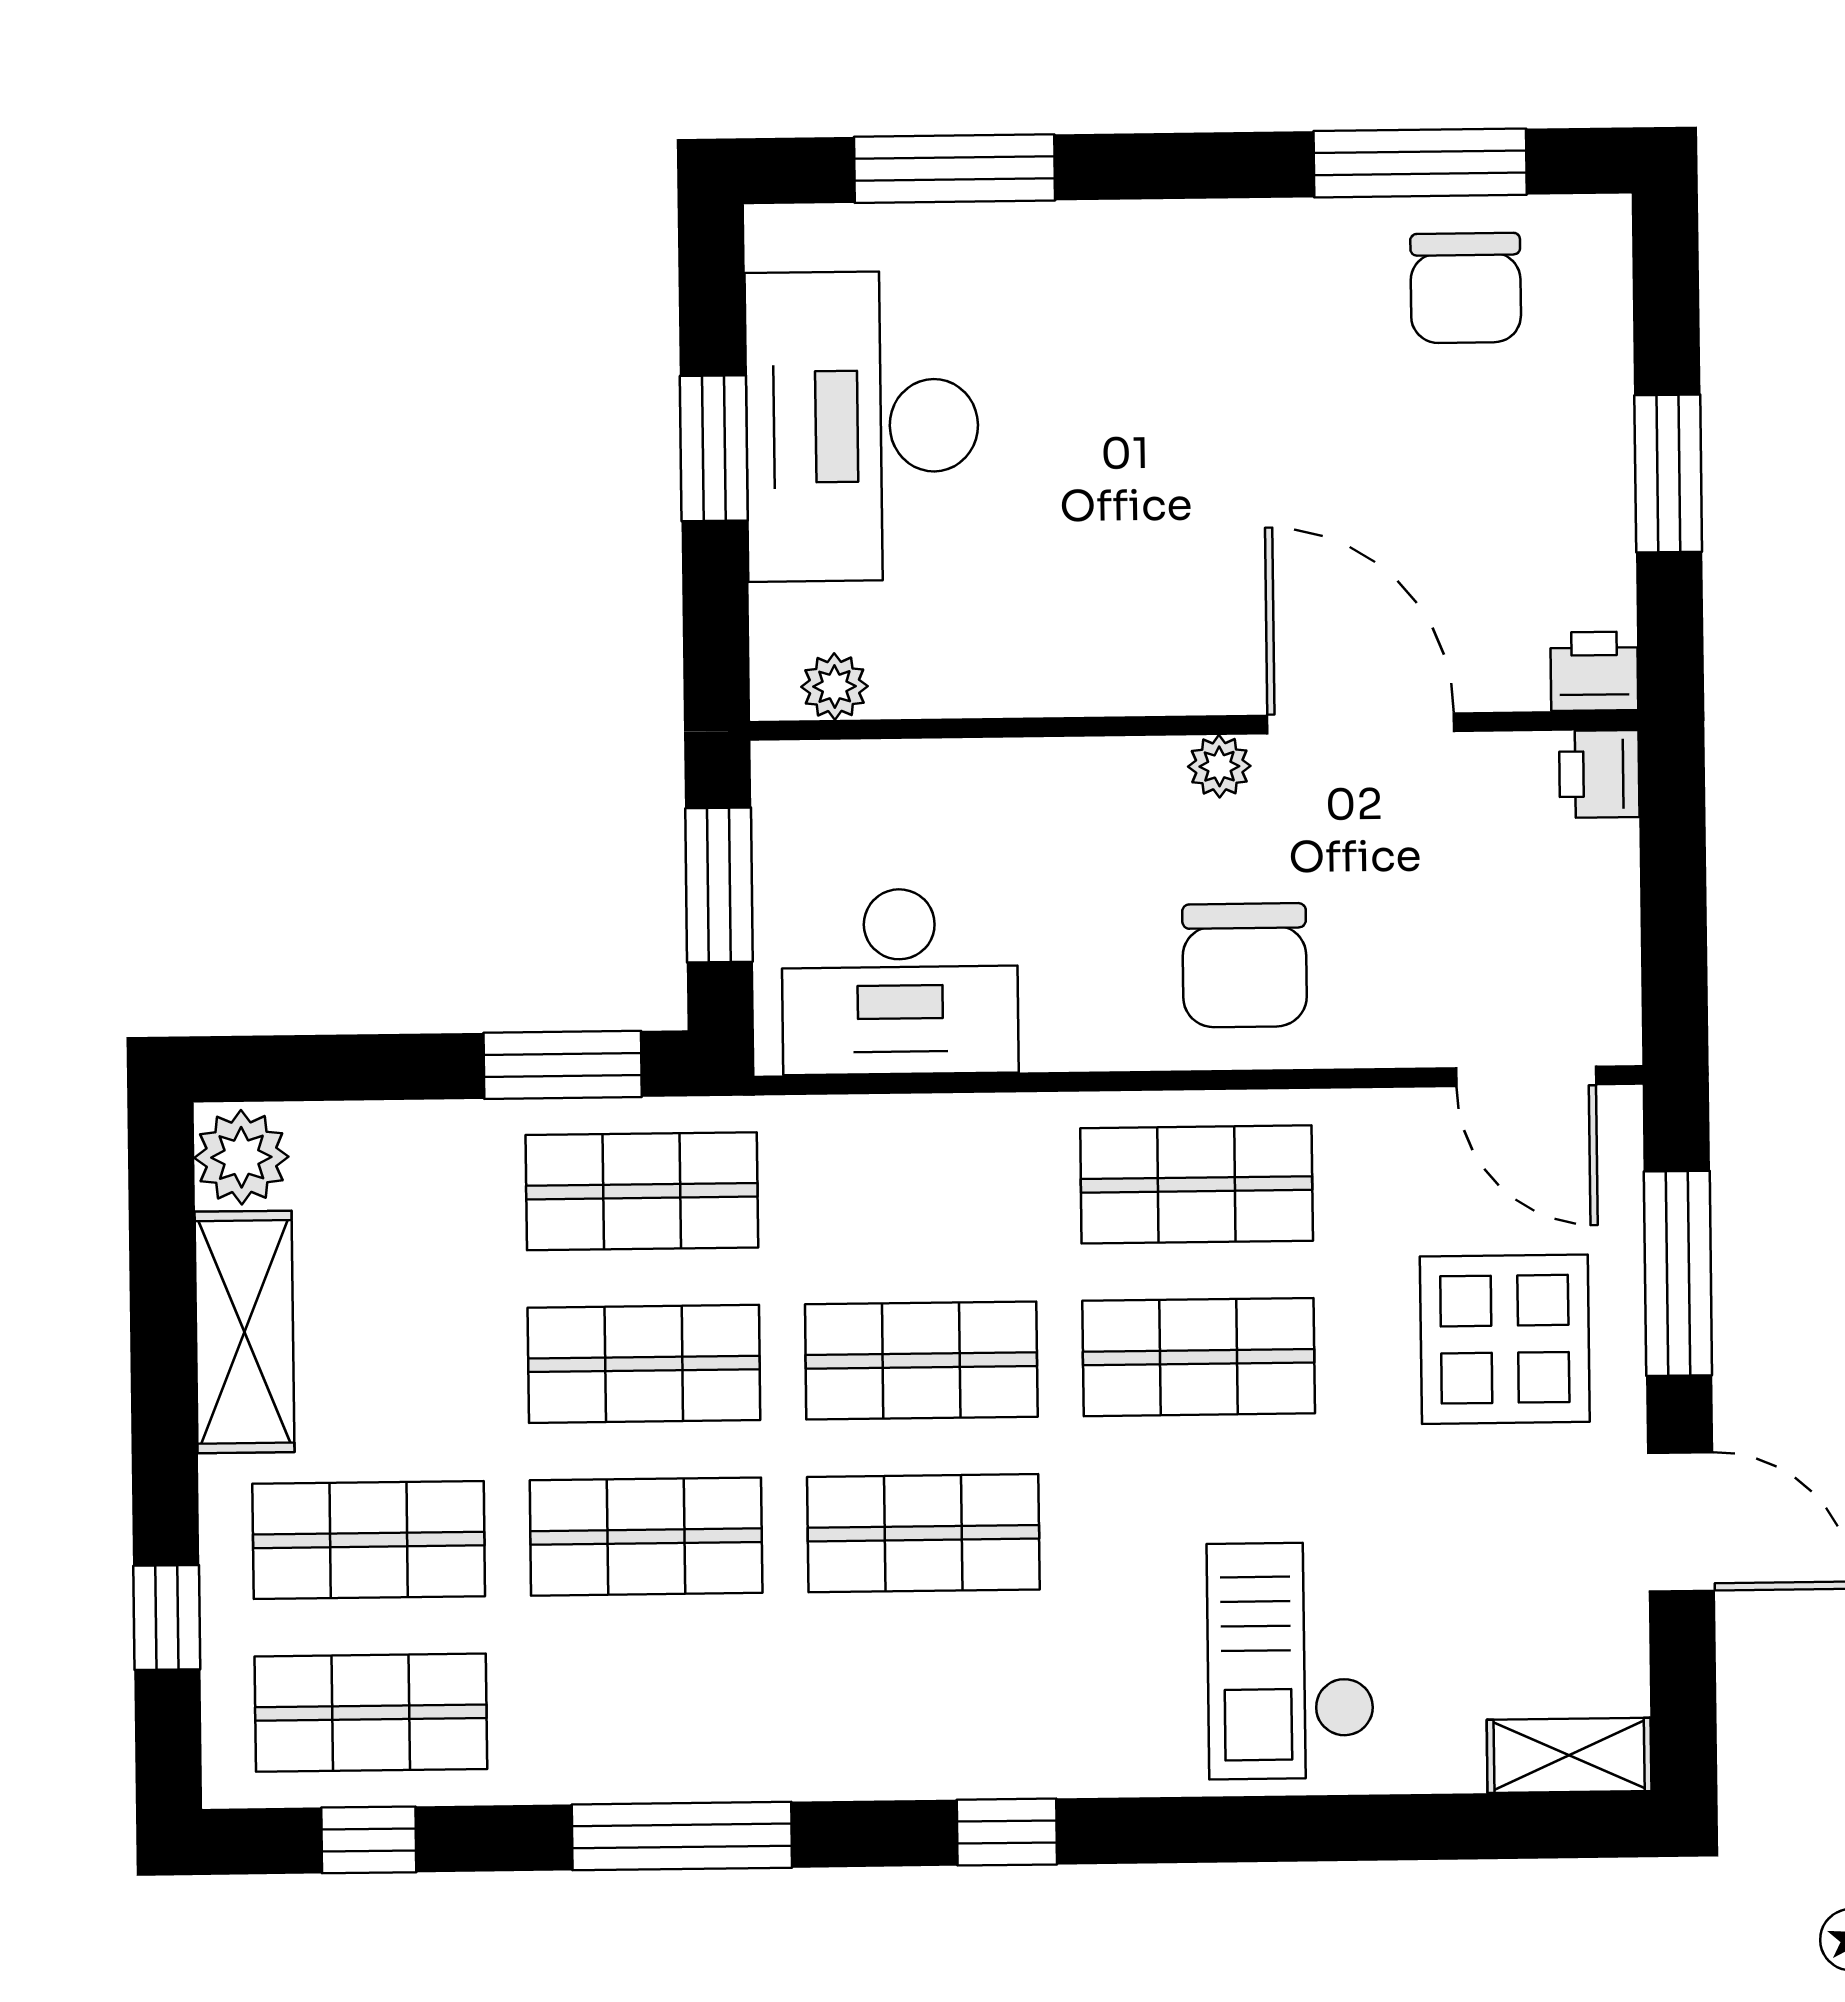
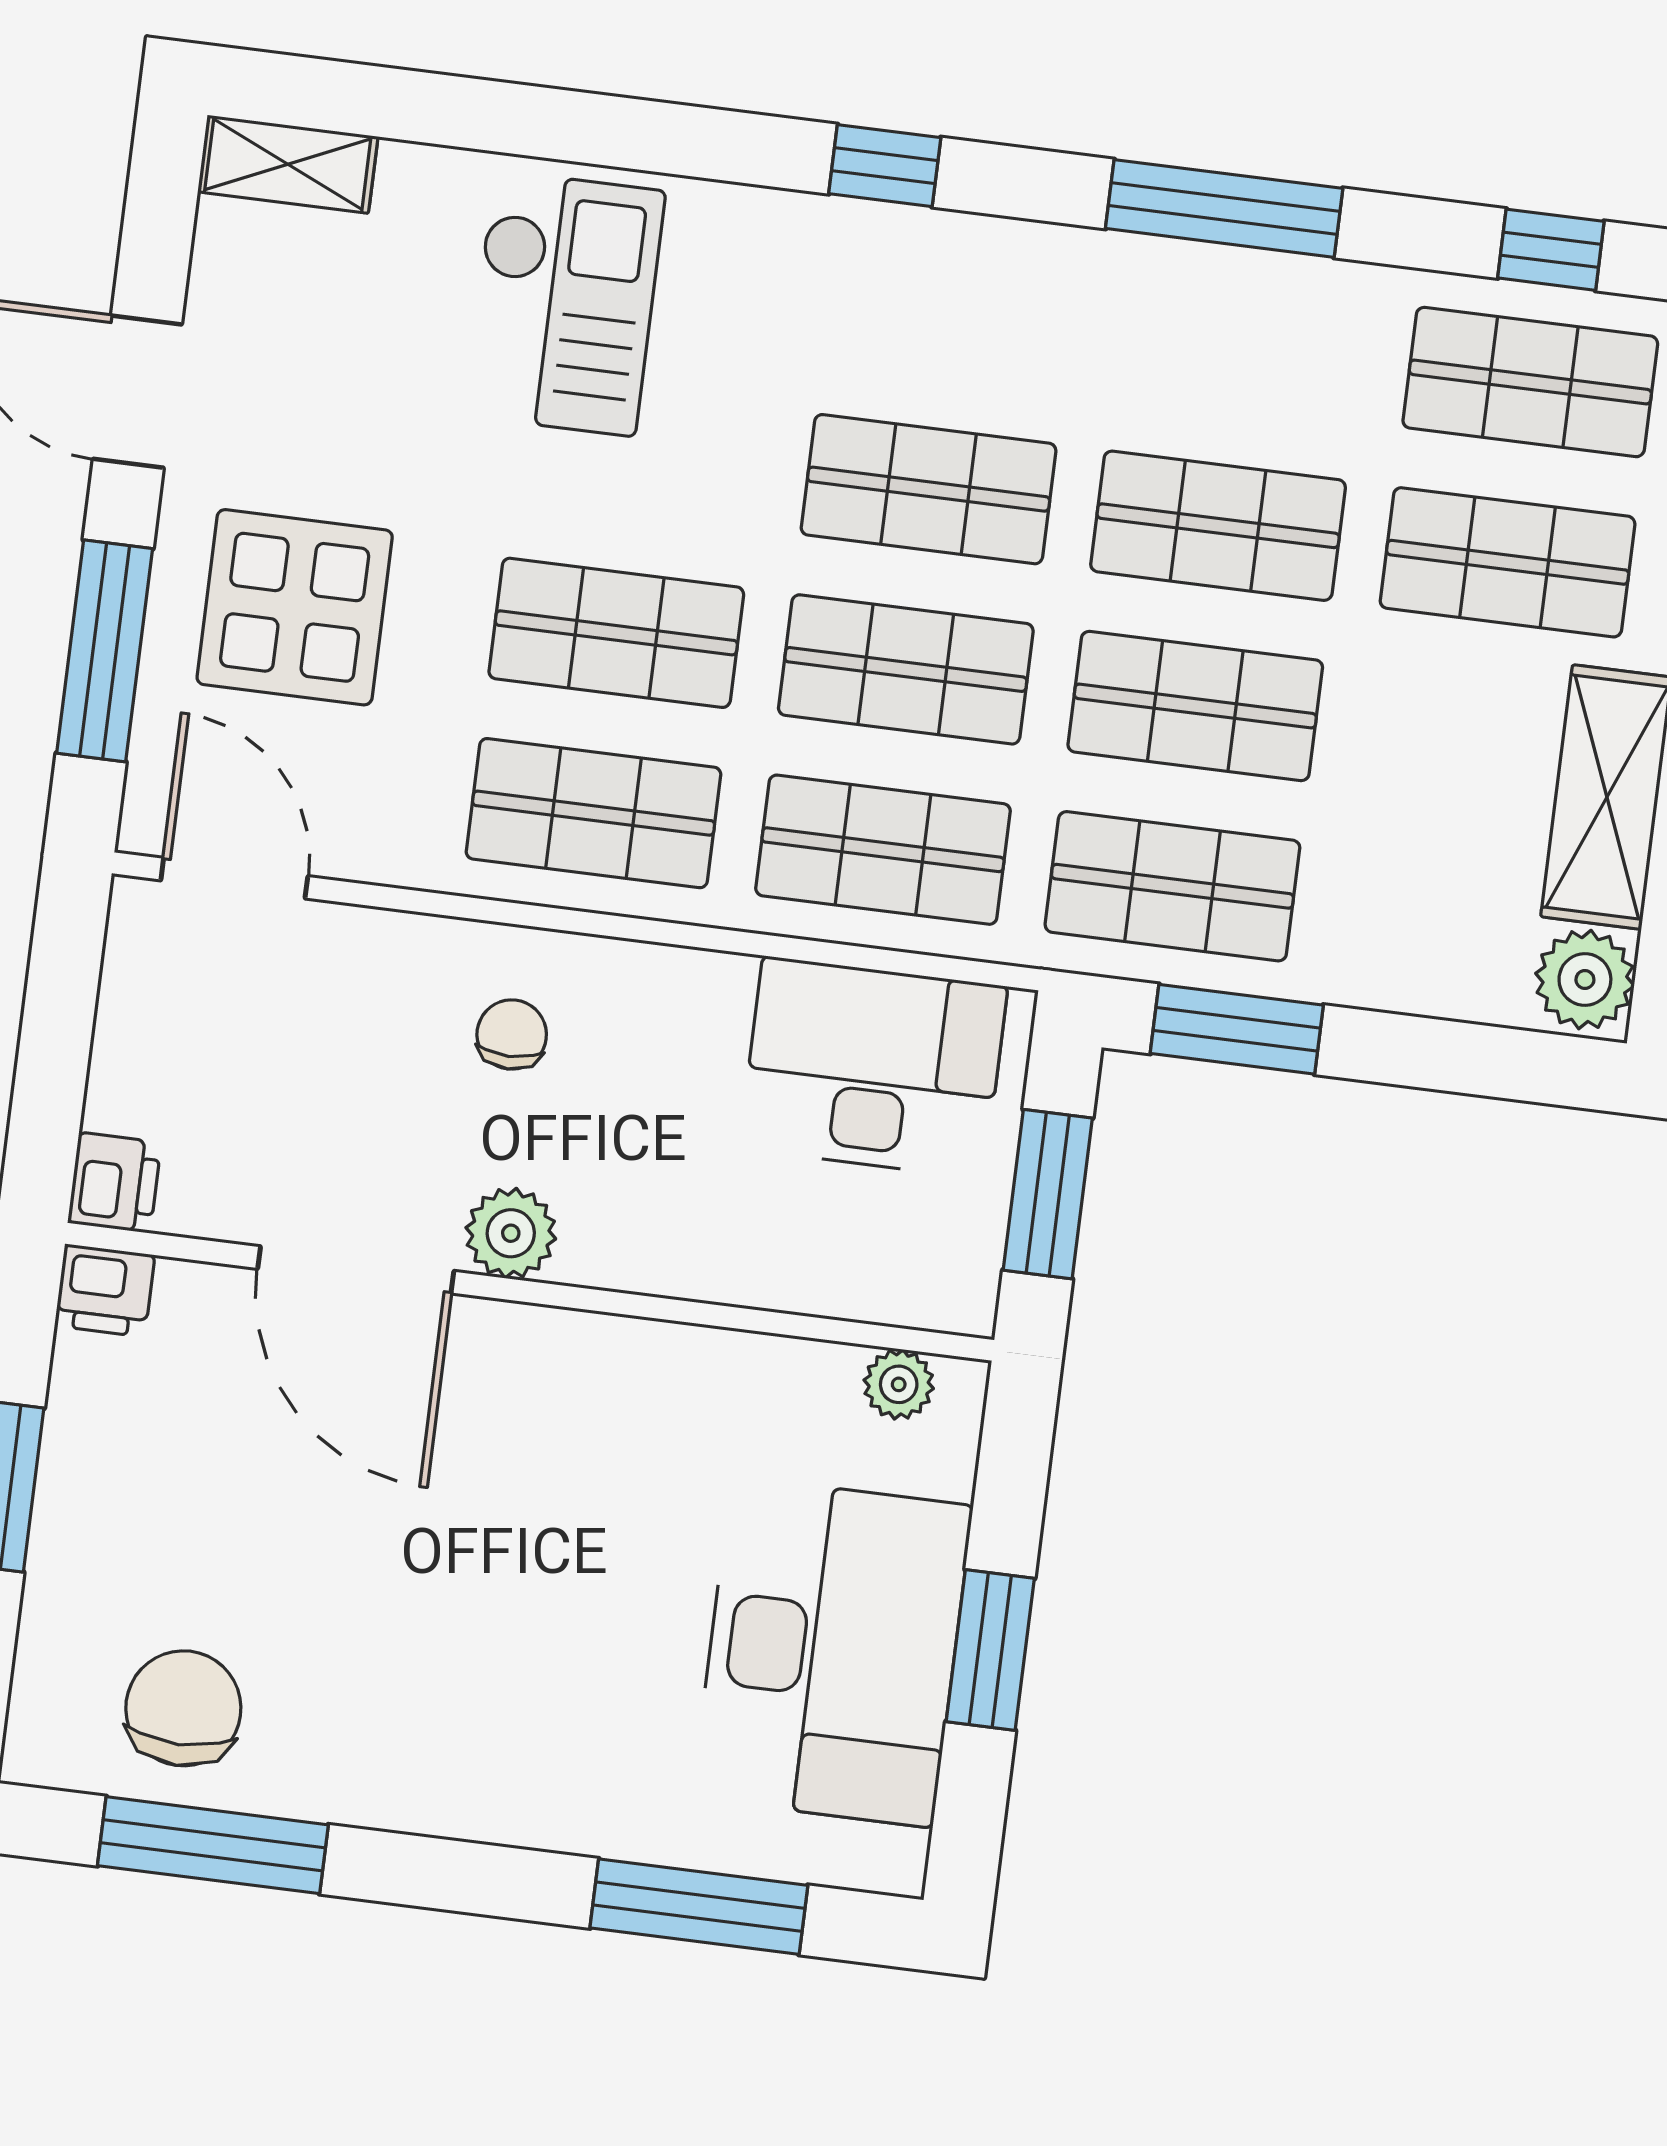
plant: (1219, 766) -> (511, 1233), width x1.38, depth x1.38
chair: (1245, 965) -> (512, 1035), width x0.54, depth x0.54
shop shelf: (919, 1188) -> (883, 850), added

